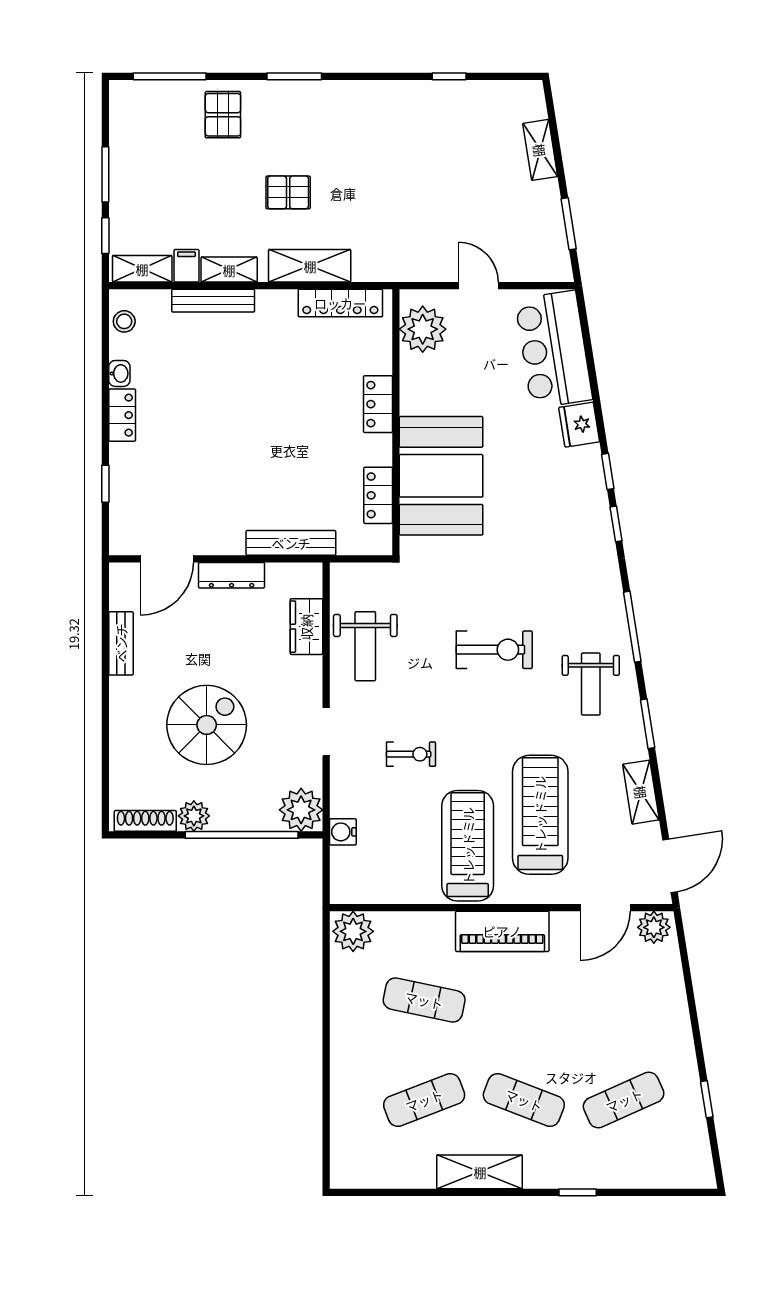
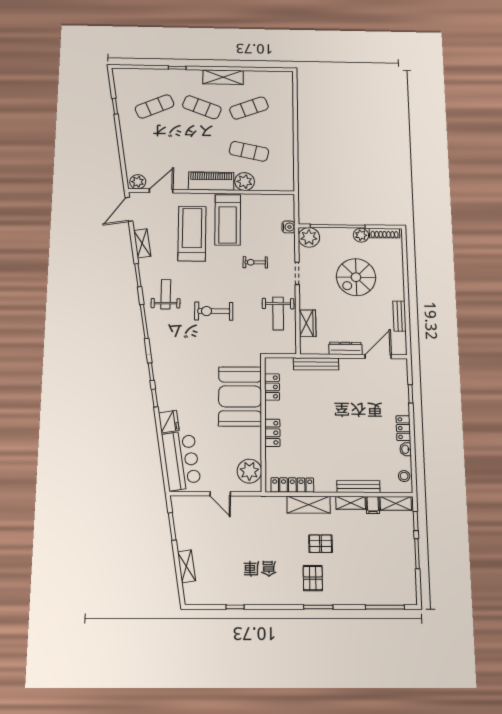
pallet: (223, 115) -> (313, 578), moved
weight bench: (365, 646) -> (278, 313), turned 180
treadmill: (540, 815) -> (192, 234), turned 180
plant: (353, 931) -> (245, 182), moved

